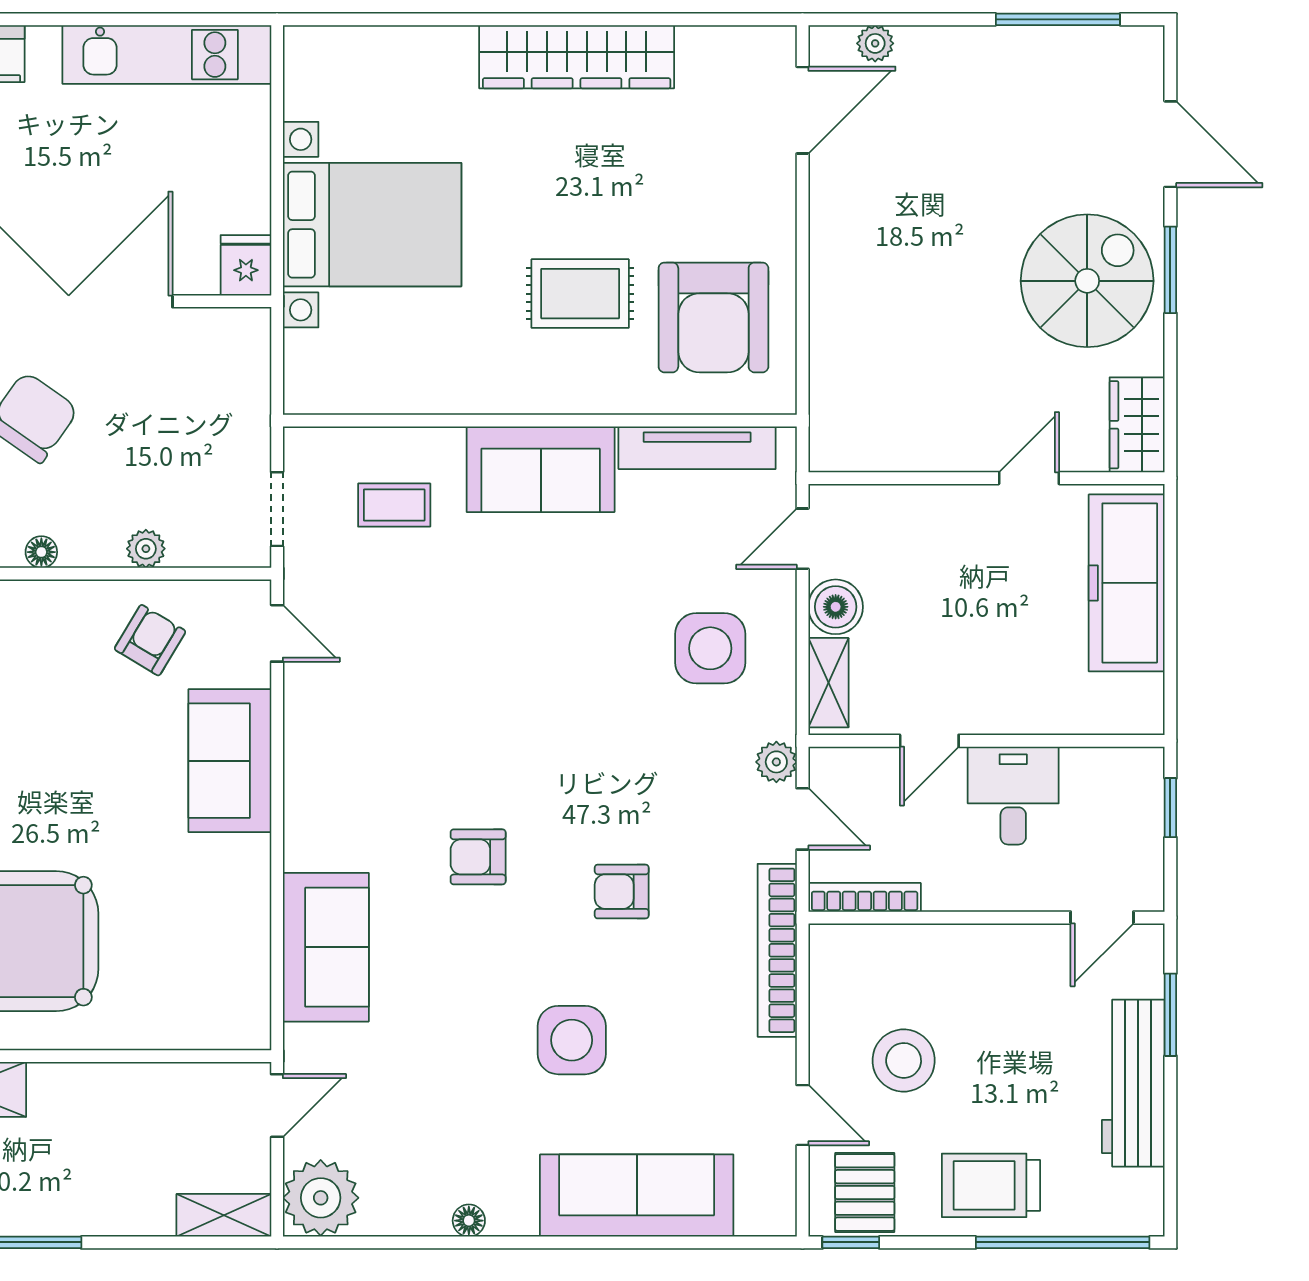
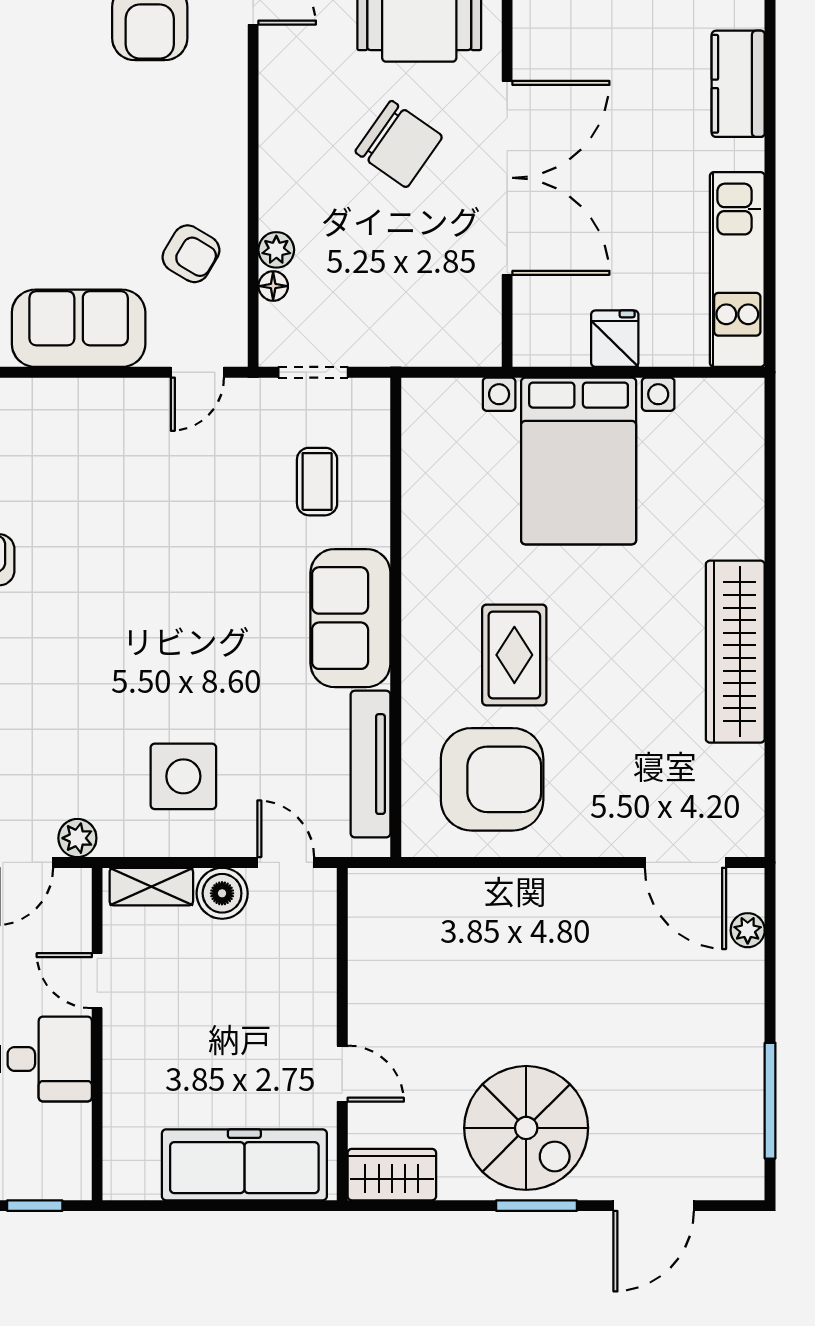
fridge: (246, 265) -> (615, 339), moved, turned -90
armchair: (713, 317) -> (492, 779), turned 180
floor lamp: (41, 552) -> (273, 286), moved

